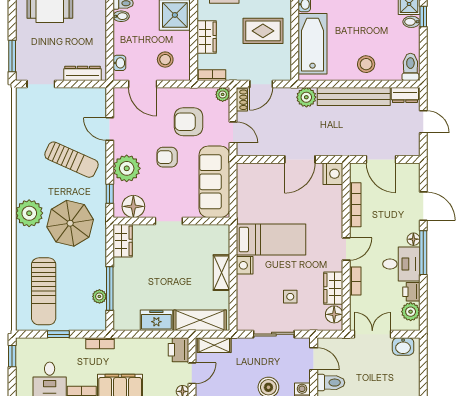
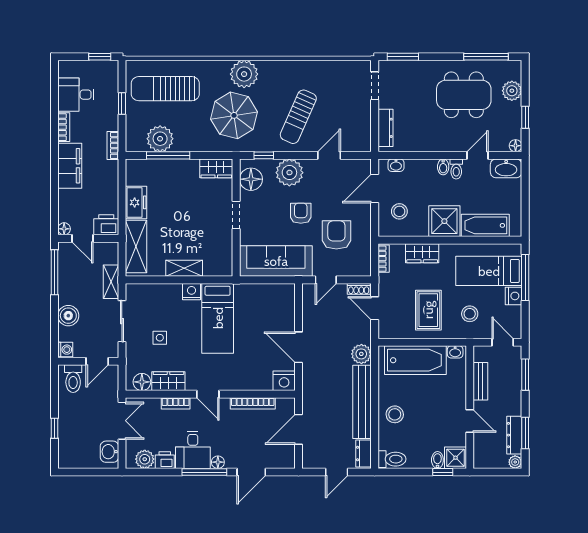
plant: (223, 94) -> (364, 269), removed
plant: (99, 296) -> (160, 139), width x1.88, depth x1.88
shelving: (214, 345) -> (111, 282), moved

